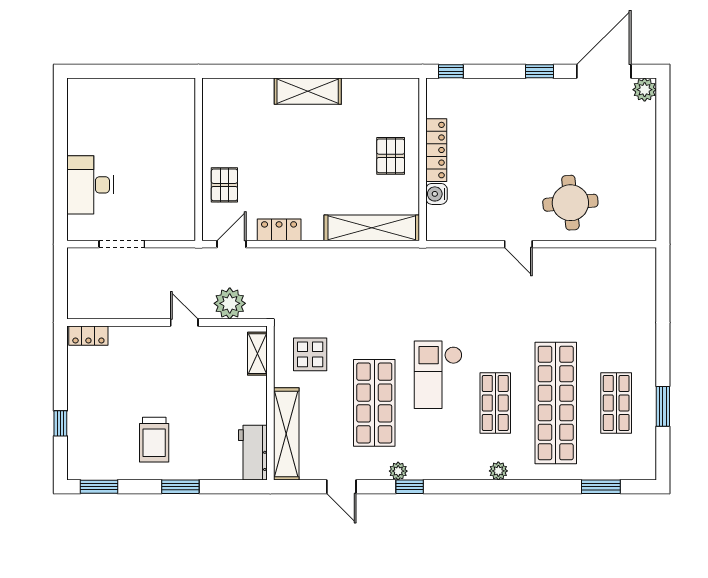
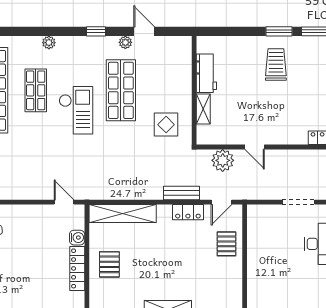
door: (518, 244) -> (64, 202), moved
bench: (288, 257) -> (181, 193), added
shelving: (257, 354) -> (203, 109), moved
shelving: (286, 434) -> (183, 69), removed
workbench: (253, 453) -> (206, 73), moved
plant: (398, 471) -> (125, 42), moved
plant: (498, 471) -> (49, 43), moved
window: (180, 487) -> (279, 31), moved

